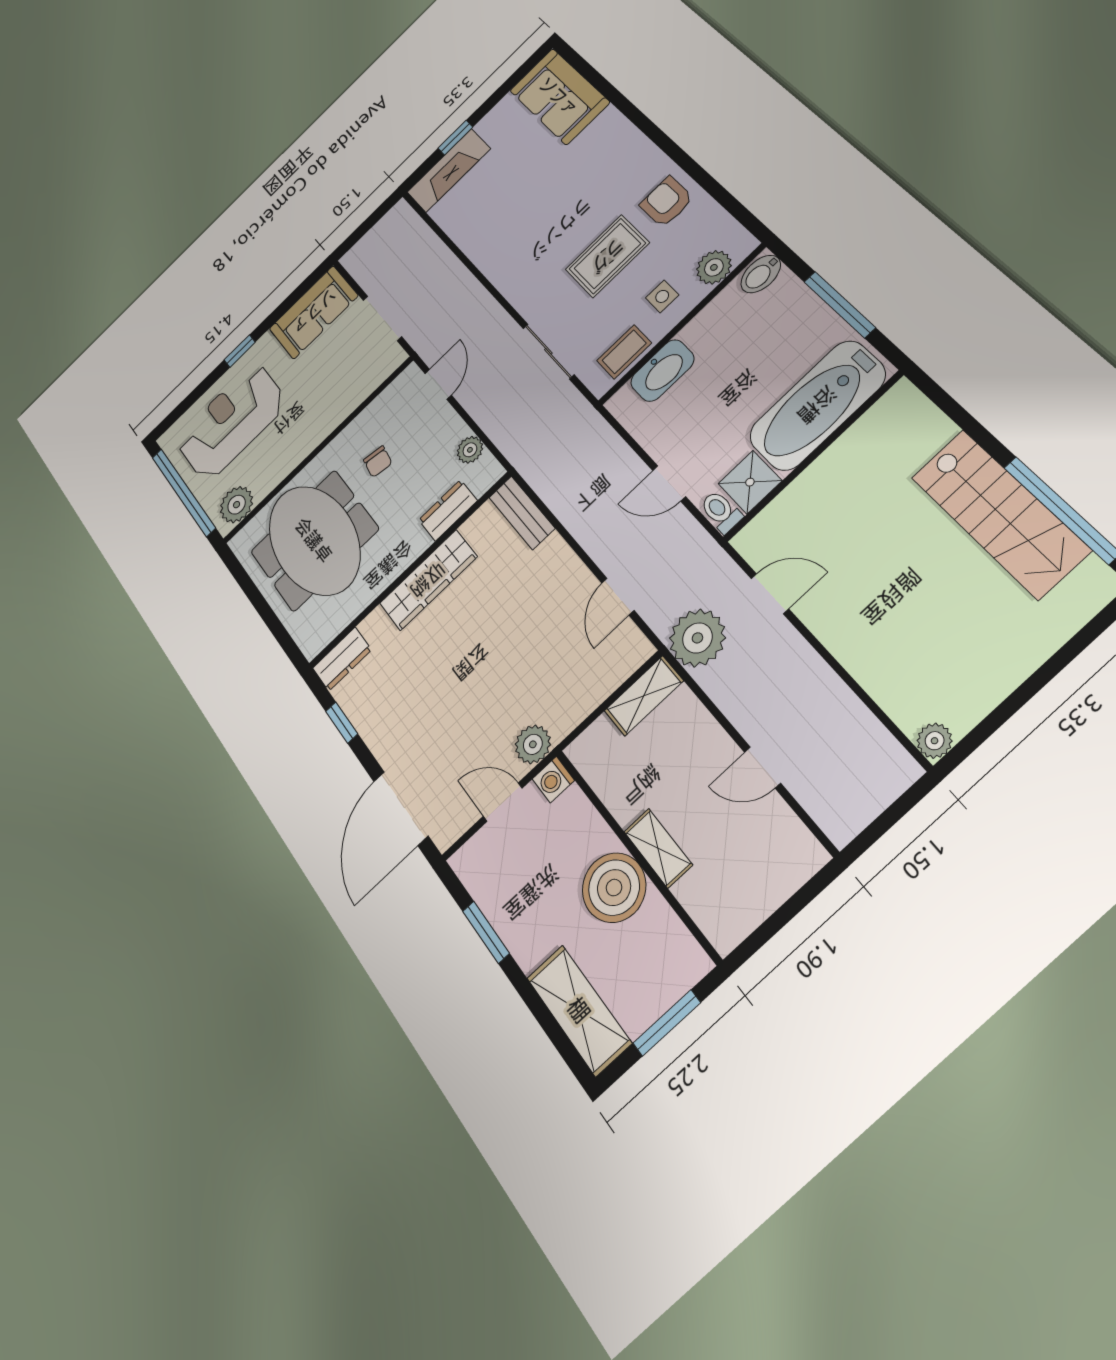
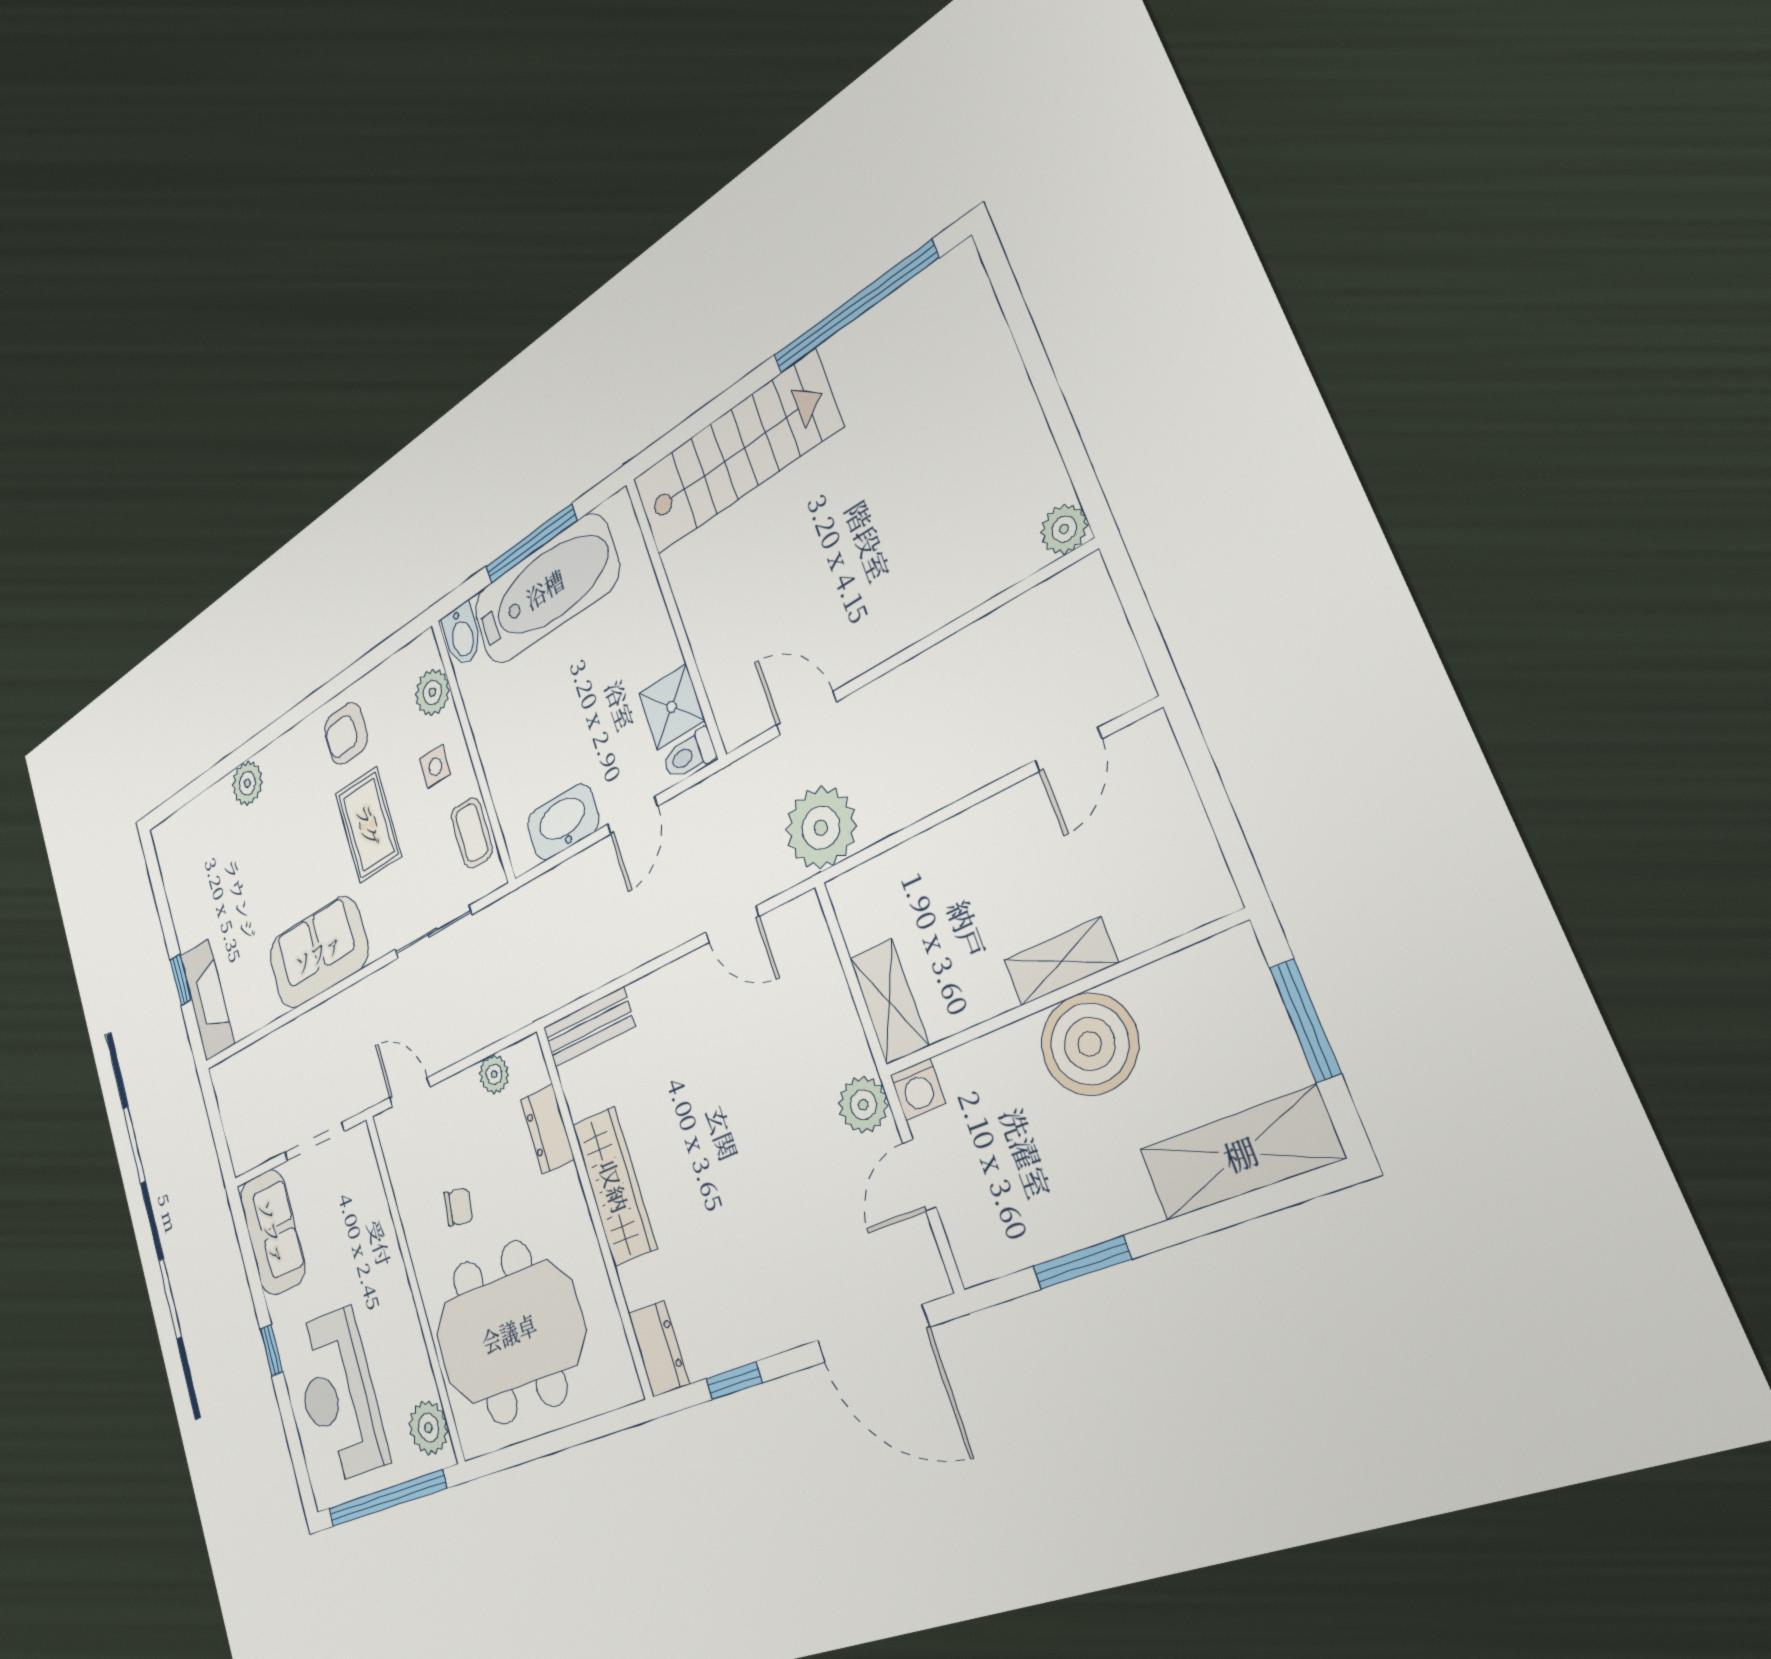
sofa: (559, 96) -> (318, 953), moved, turned 180
plant: (609, 126) -> (247, 783), added
washbasin: (662, 371) -> (563, 822), moved, turned -90
bathtub: (817, 405) -> (545, 589), moved, turned -90
stairs: (1000, 513) -> (735, 454), moved
door: (770, 594) -> (806, 714), hinge flipped
shelving: (644, 696) -> (889, 1002), moved
door: (763, 768) -> (1068, 750), moved

